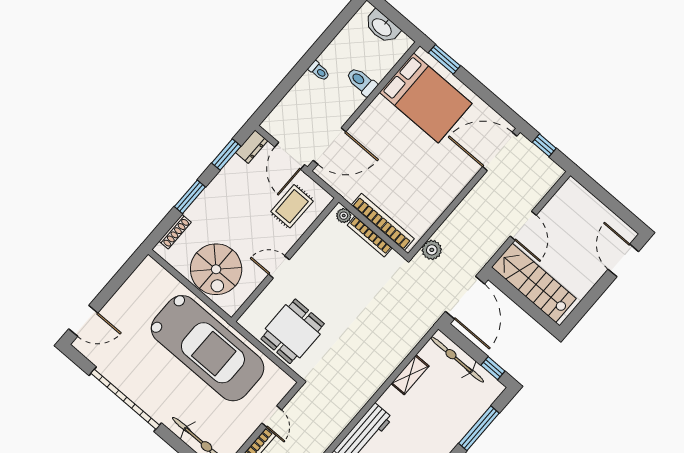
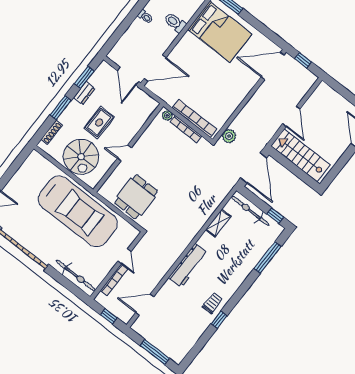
dresser: (252, 147) -> (84, 93), moved
rug: (292, 206) -> (99, 123), moved

